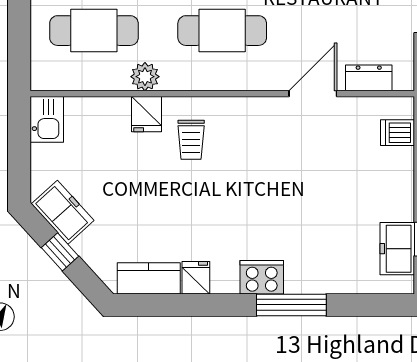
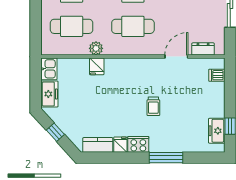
trolley: (191, 140) -> (153, 106), moved
freezer: (63, 212) -> (49, 94), moved, turned 42
cooker: (262, 277) -> (138, 144), moved

